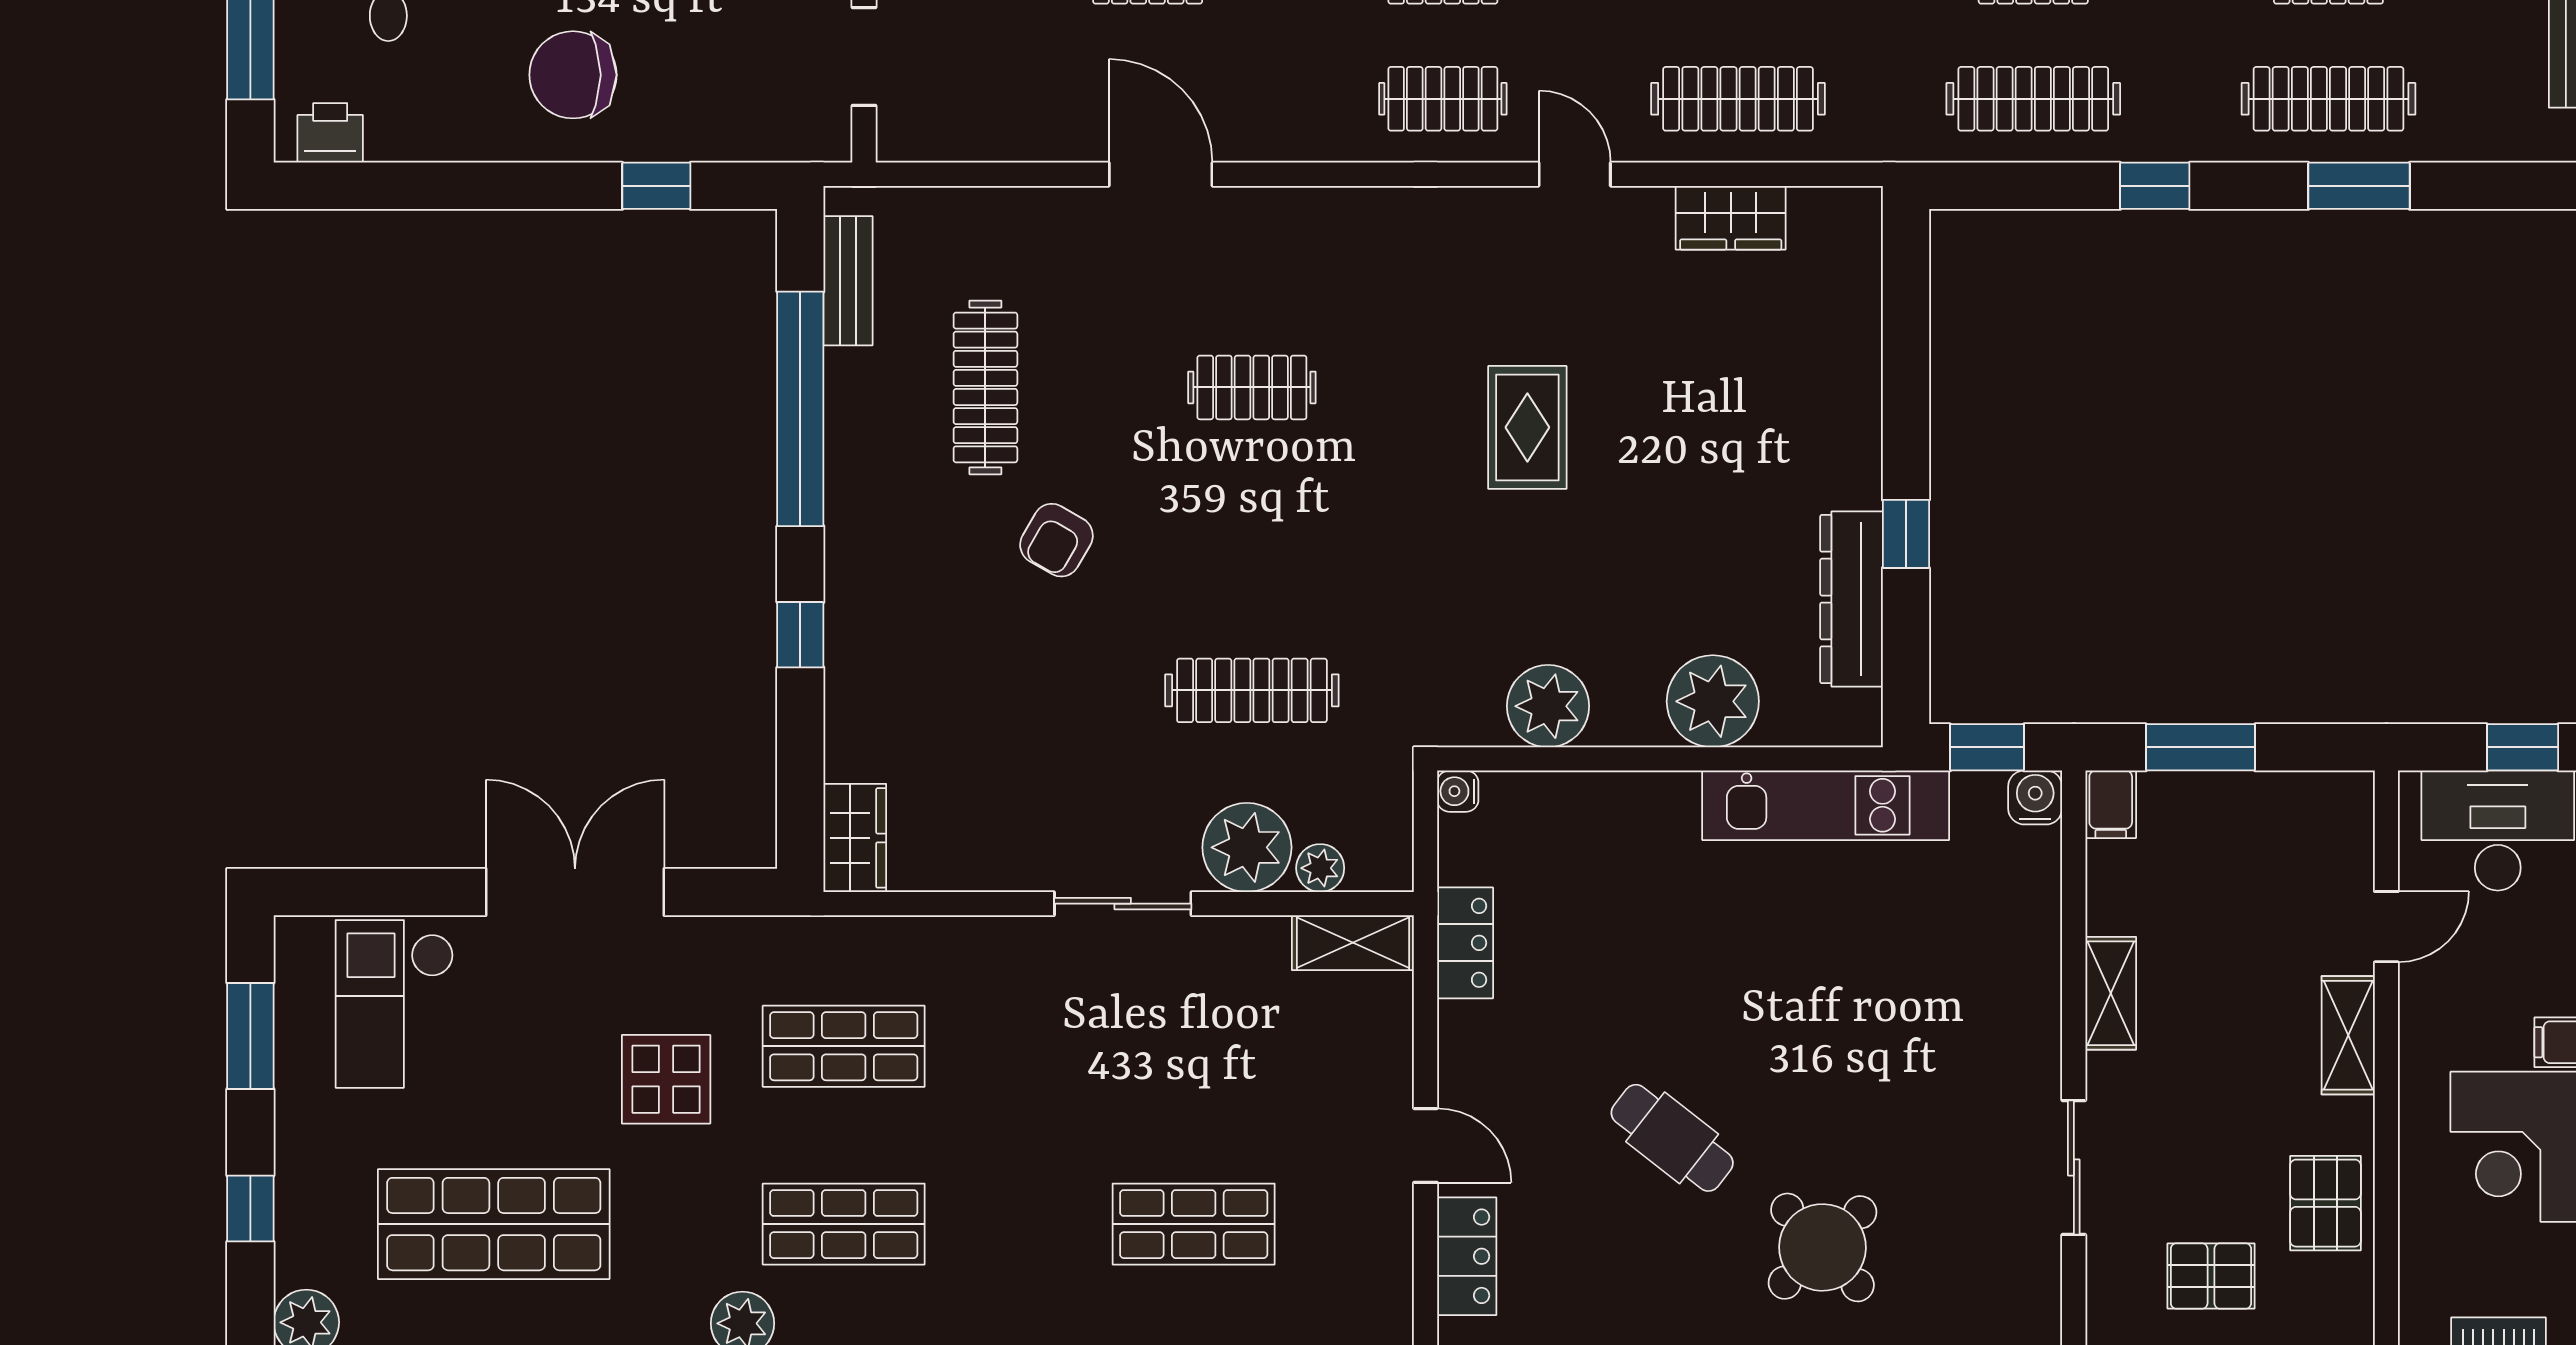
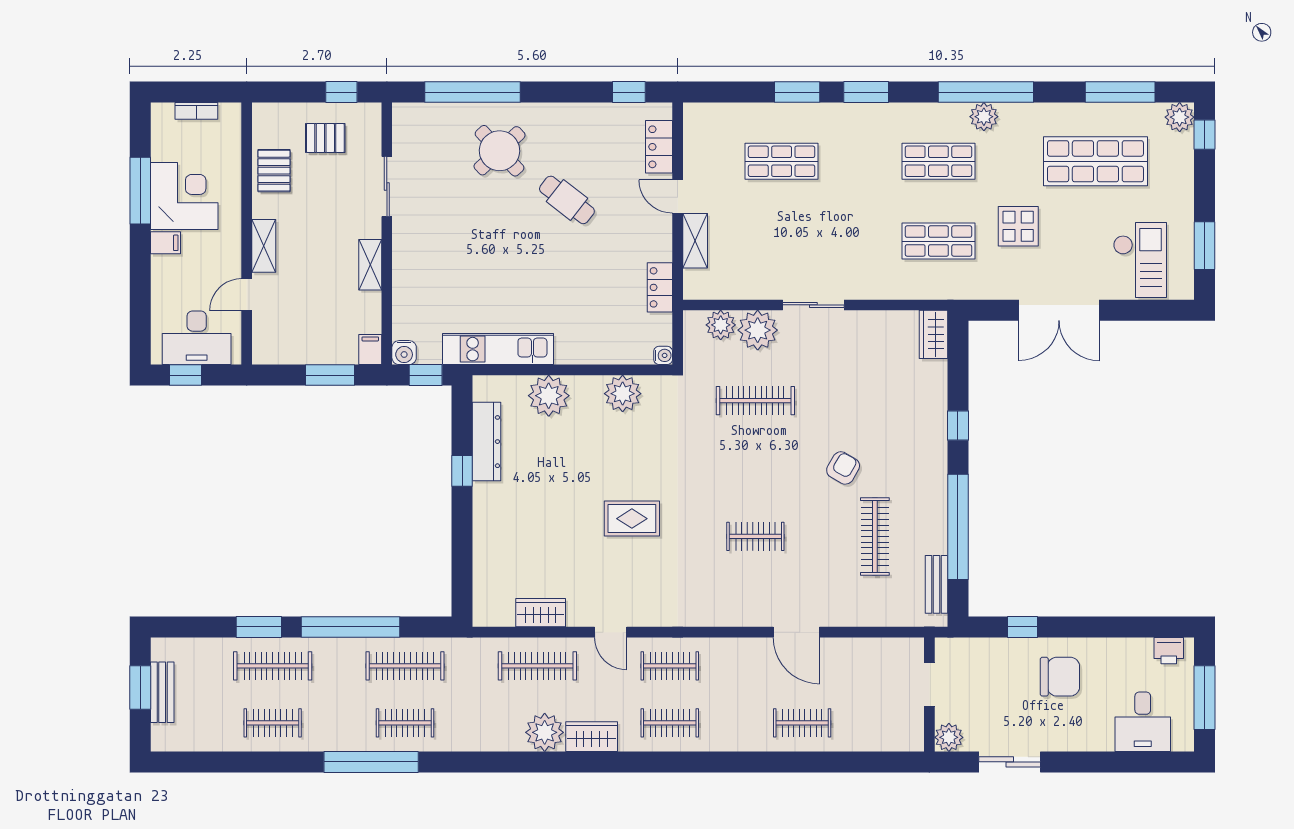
window: (2155, 186) -> (350, 627), width x3.17
rug: (1527, 427) -> (632, 519), turned 90
plant: (1320, 868) -> (721, 325), width x1.38, depth x1.38
shelving: (1353, 943) -> (695, 241), moved, turned 90
window: (250, 1209) -> (1205, 135), moved

